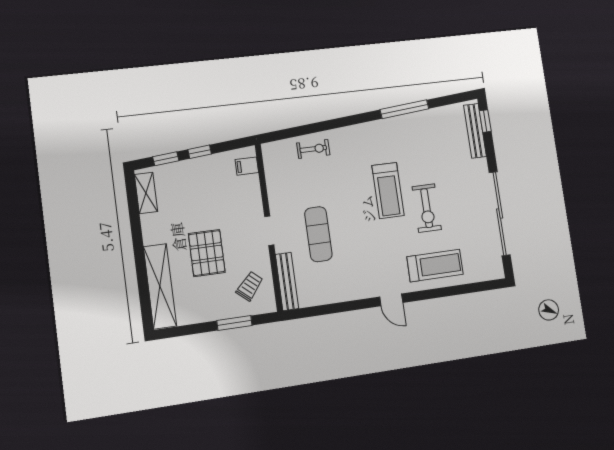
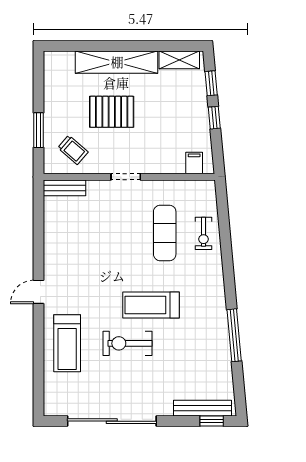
exercise mat: (318, 234) -> (165, 233), moved, turned 90
bench: (287, 281) -> (65, 188), width x0.73
shelving: (160, 286) -> (117, 62), moved

